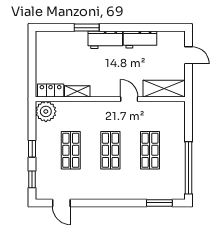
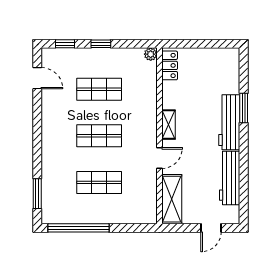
workbench: (140, 39) -> (230, 178), width x1.38
workbench: (105, 40) -> (229, 122), width x1.38
shelving: (77, 91) -> (169, 125), moved
plant: (46, 111) -> (151, 54), width x0.53, depth x0.53
door: (61, 203) -> (37, 78), swing flipped

